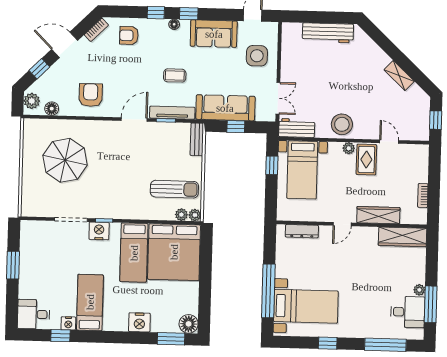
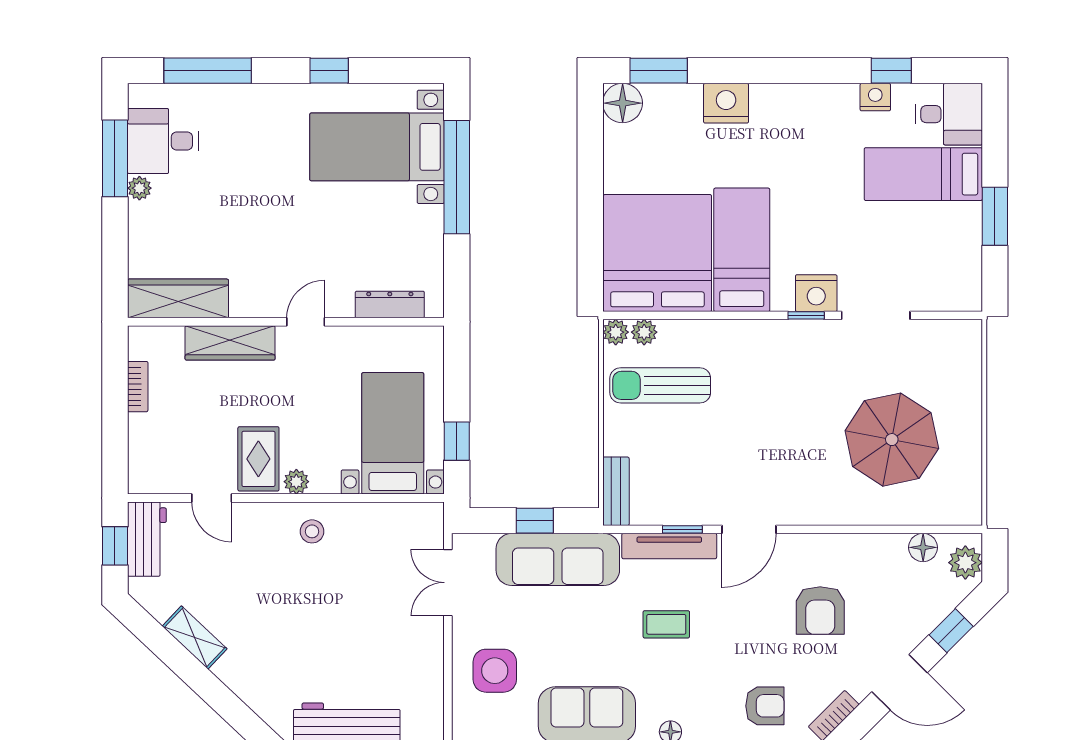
armchair: (91, 95) -> (820, 611), moved
stool: (342, 124) -> (312, 531), width x0.53, depth x0.53
workbench: (297, 128) -> (147, 539), moved, turned -90
bed: (90, 302) -> (923, 174), moved, turned 90

